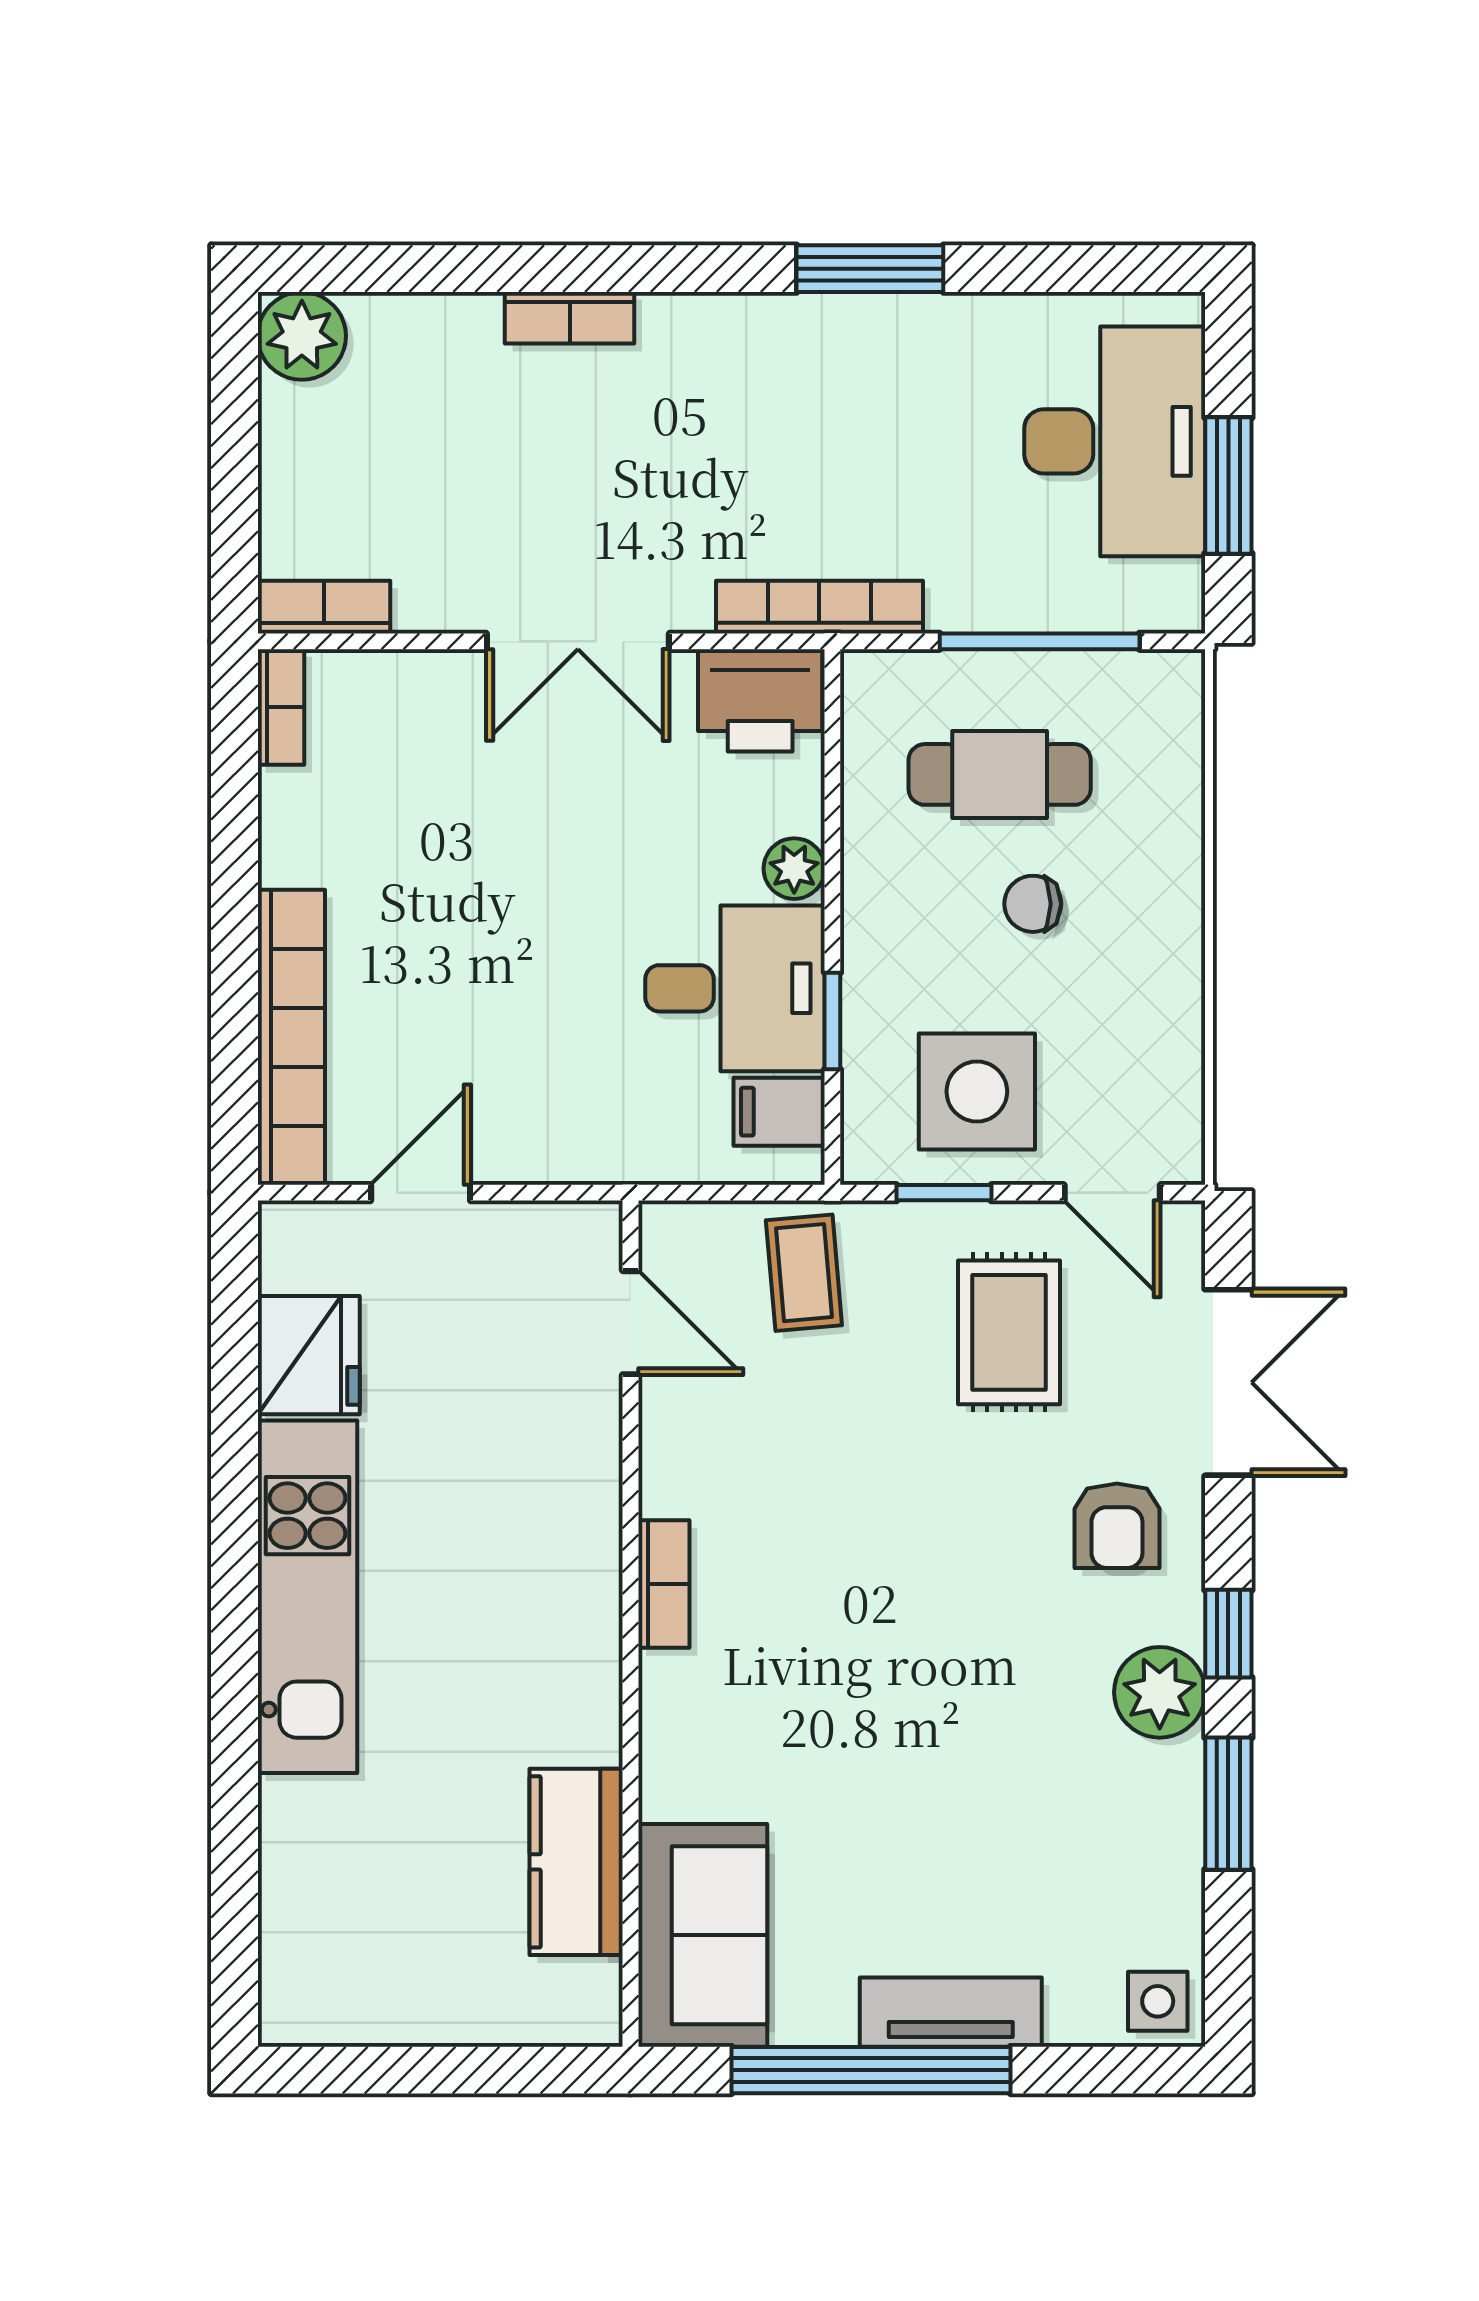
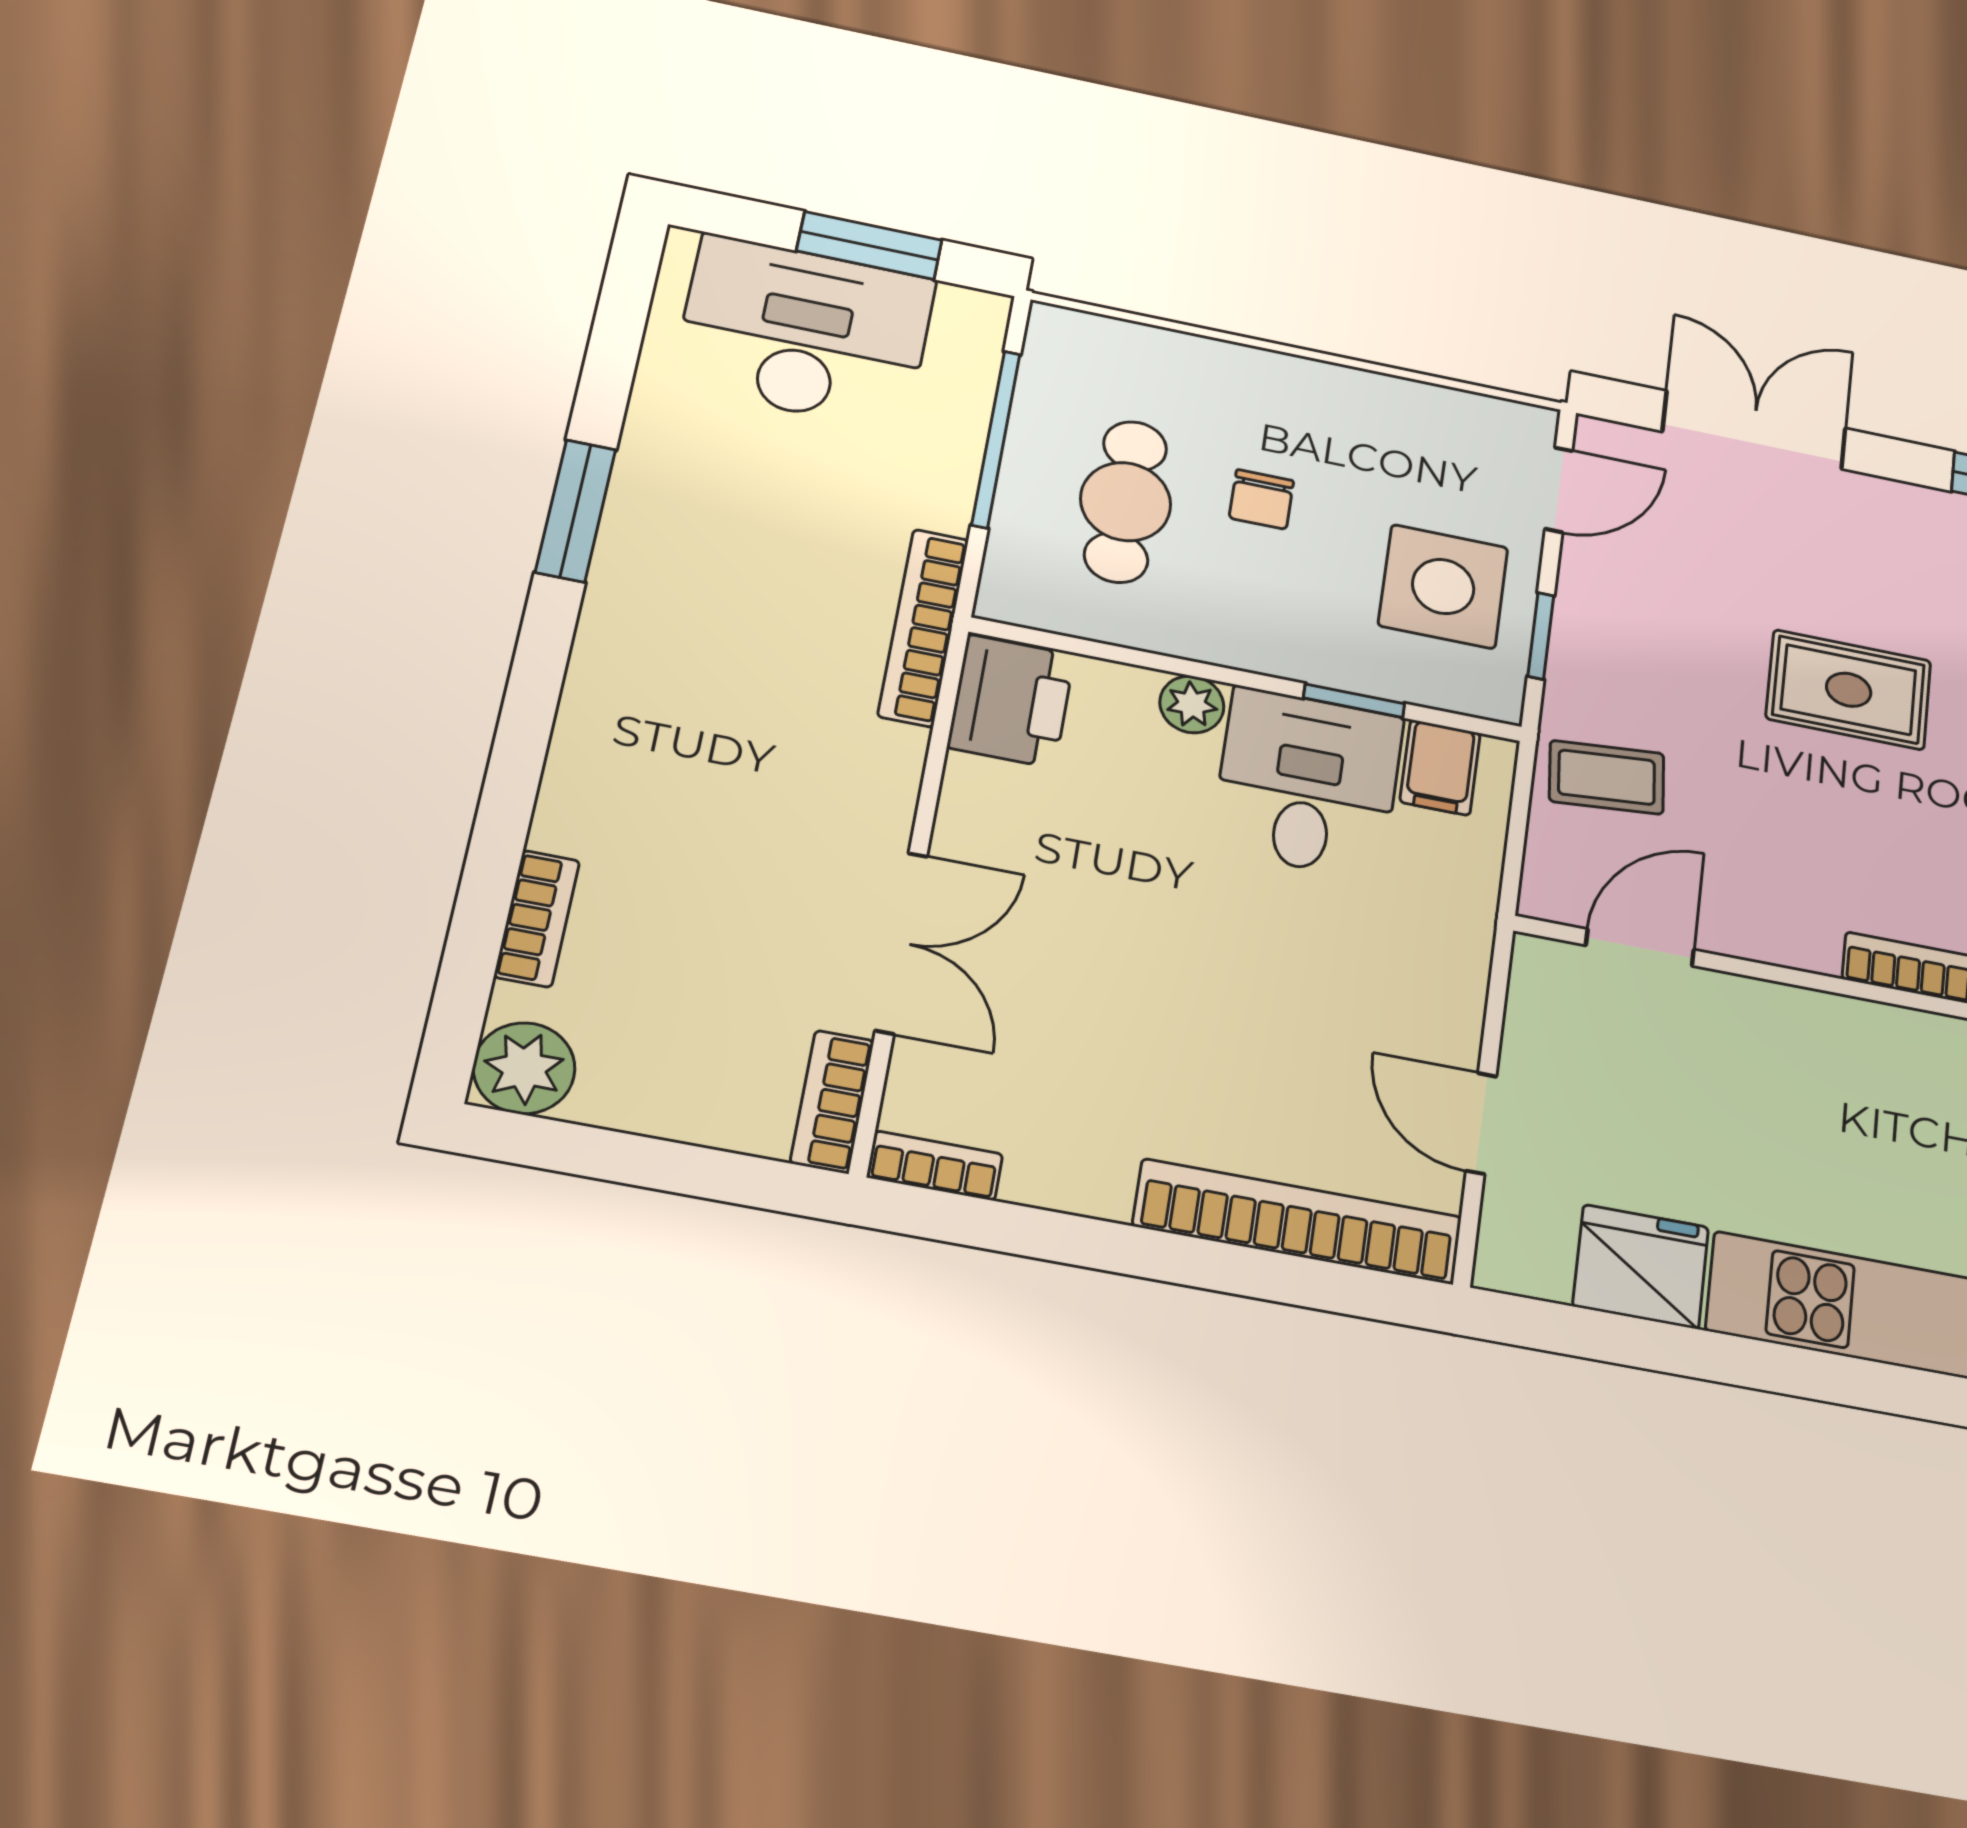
bookcase: (570, 318) -> (537, 919), moved
double door: (578, 641) -> (901, 943), moved
rug: (1009, 1332) -> (1849, 690), moved
armchair: (1117, 1526) -> (1884, 553), removed

